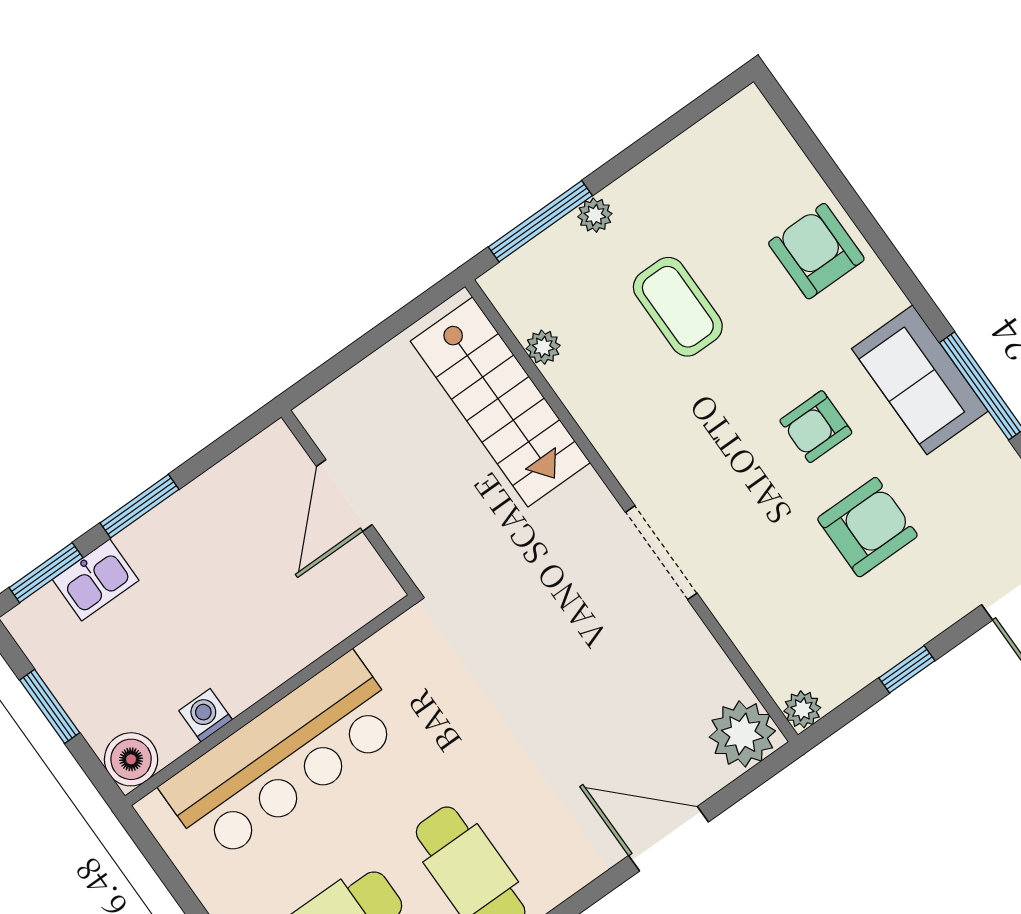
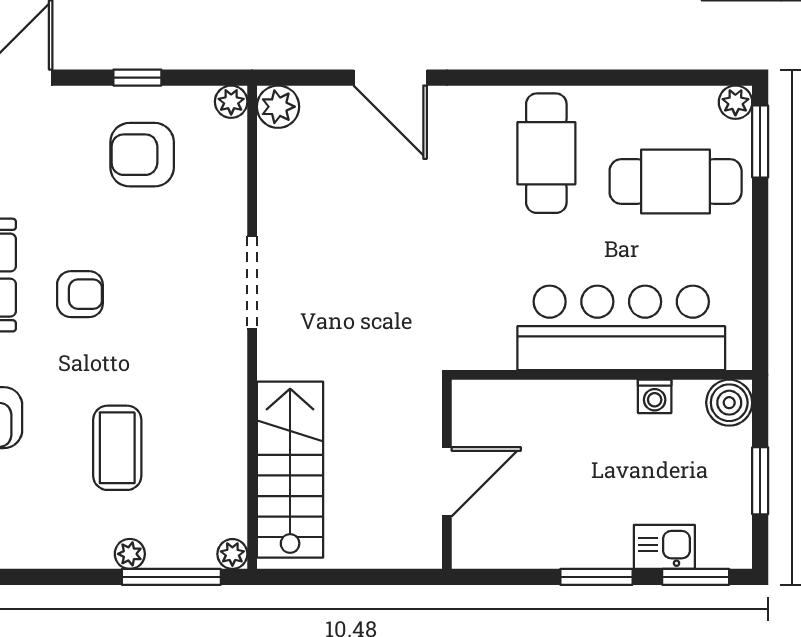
plant: (543, 347) -> (232, 554), moved
armchair: (867, 527) -> (142, 155), moved
plant: (742, 734) -> (278, 107), width x0.73, depth x0.73

